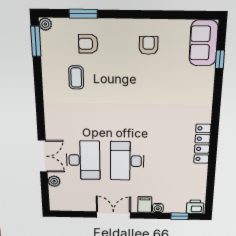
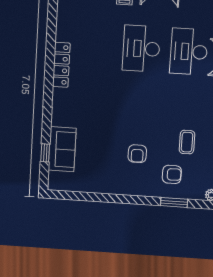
sofa: (204, 43) -> (62, 149), moved
armchair: (149, 45) -> (137, 154), moved
desk: (127, 161) -> (141, 49), turned 180

